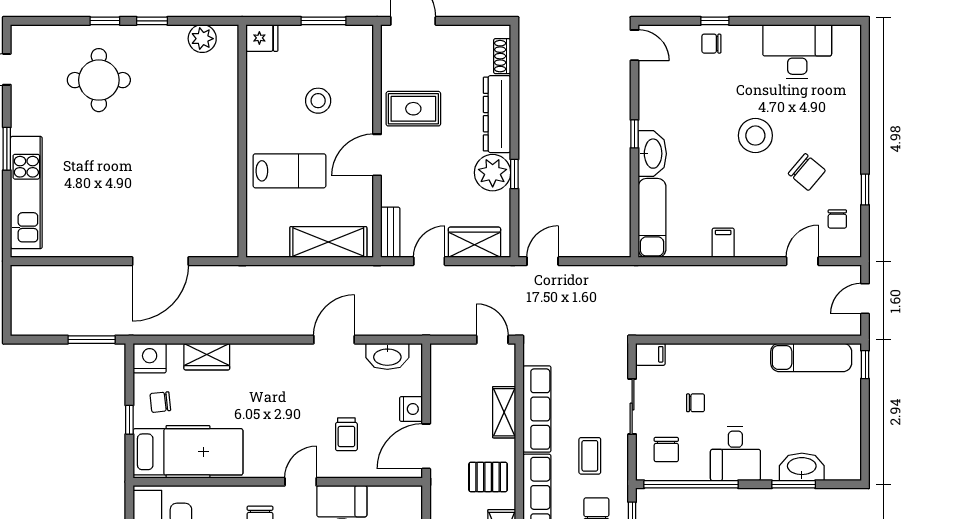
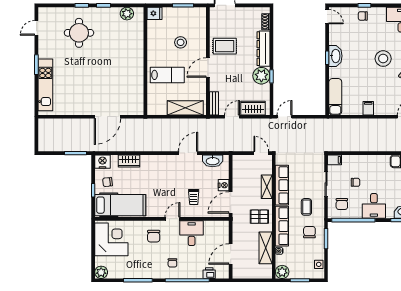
washbasin: (652, 154) -> (335, 56), moved

